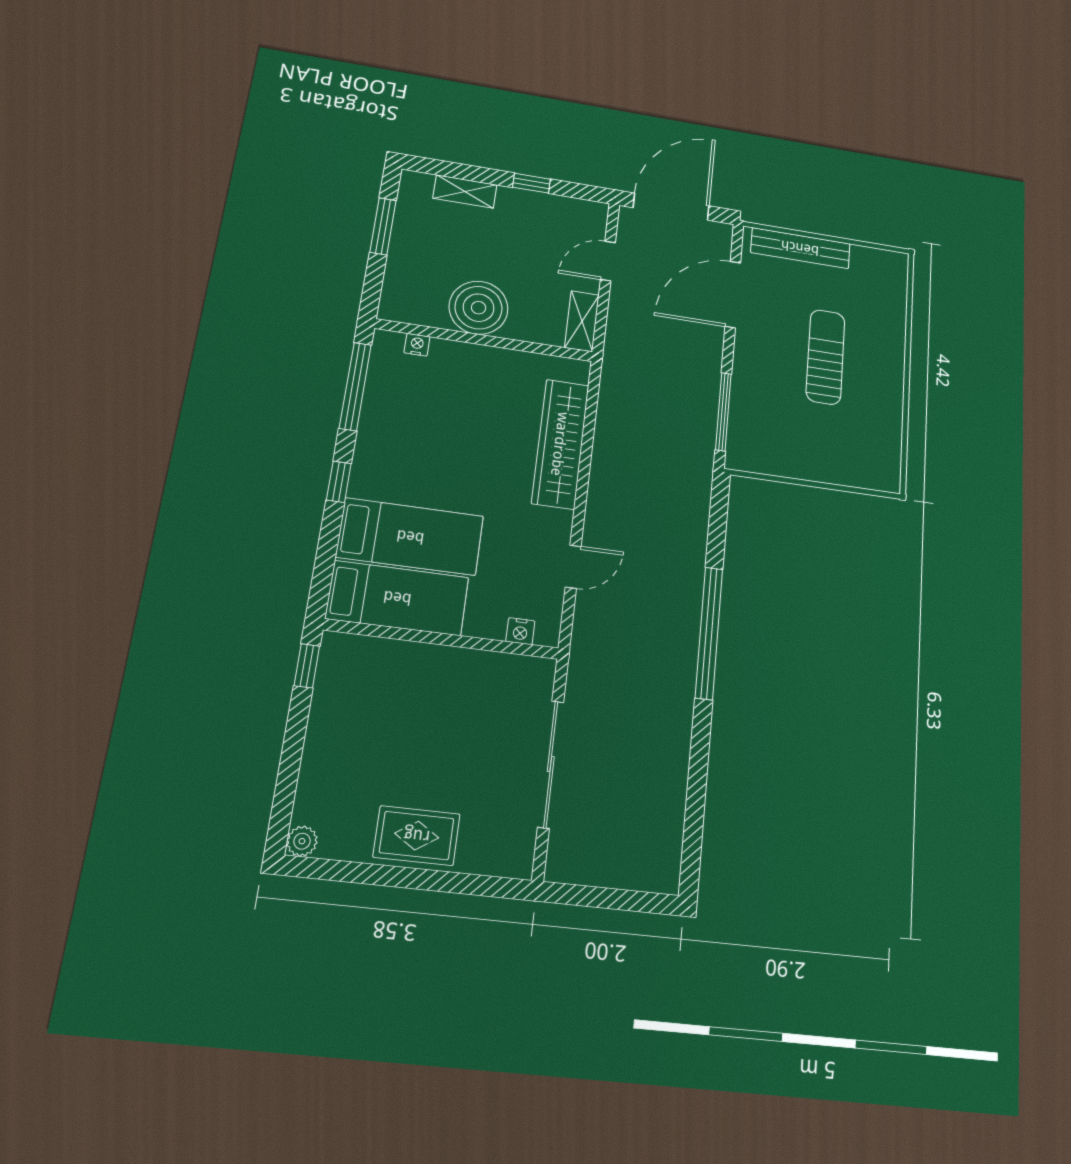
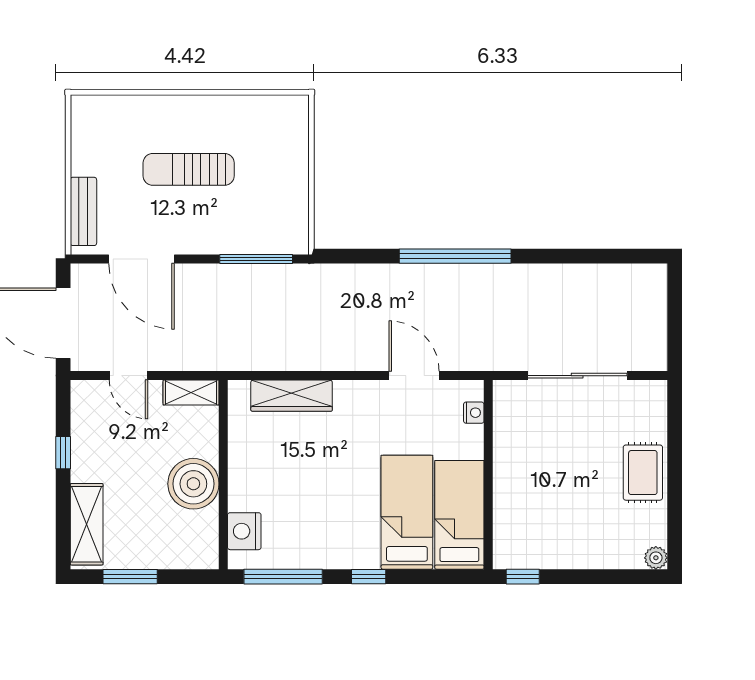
shelving: (465, 191) -> (87, 524), width x1.50, depth x1.33
bench: (800, 248) -> (83, 211), width x0.73
nightstand: (417, 345) -> (244, 531), width x1.89, depth x1.79
wardrobe: (560, 444) -> (292, 396), width x0.71, depth x0.85
door: (573, 567) -> (414, 376), width x1.37

